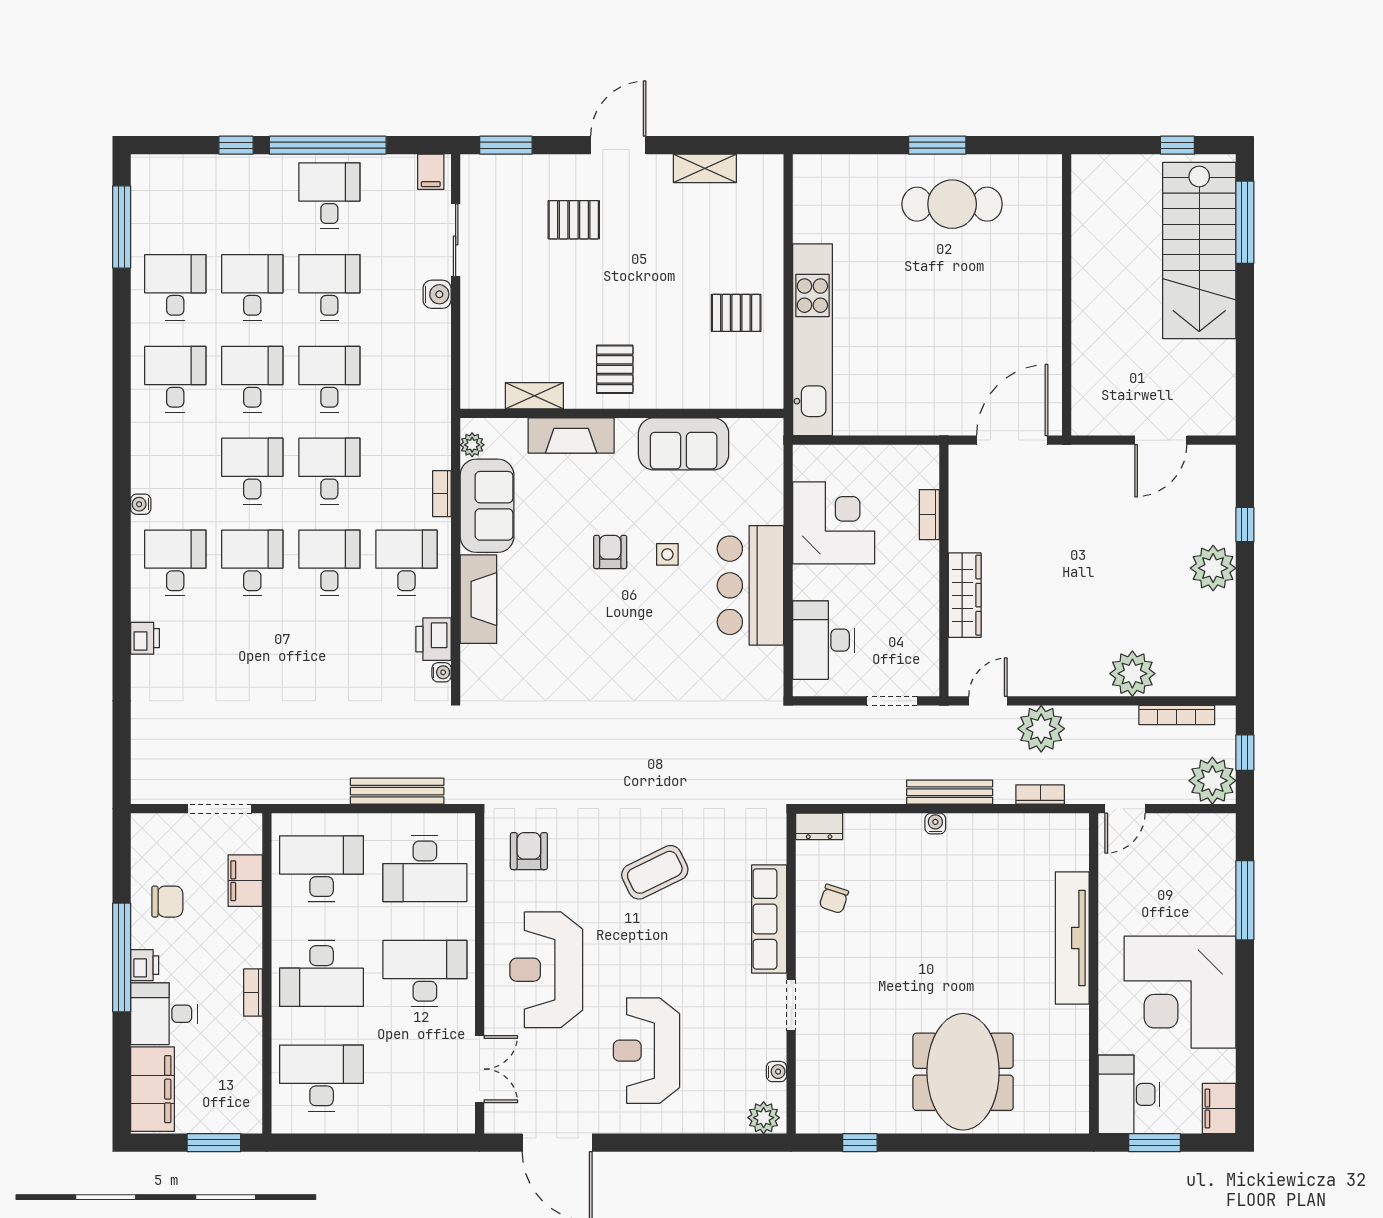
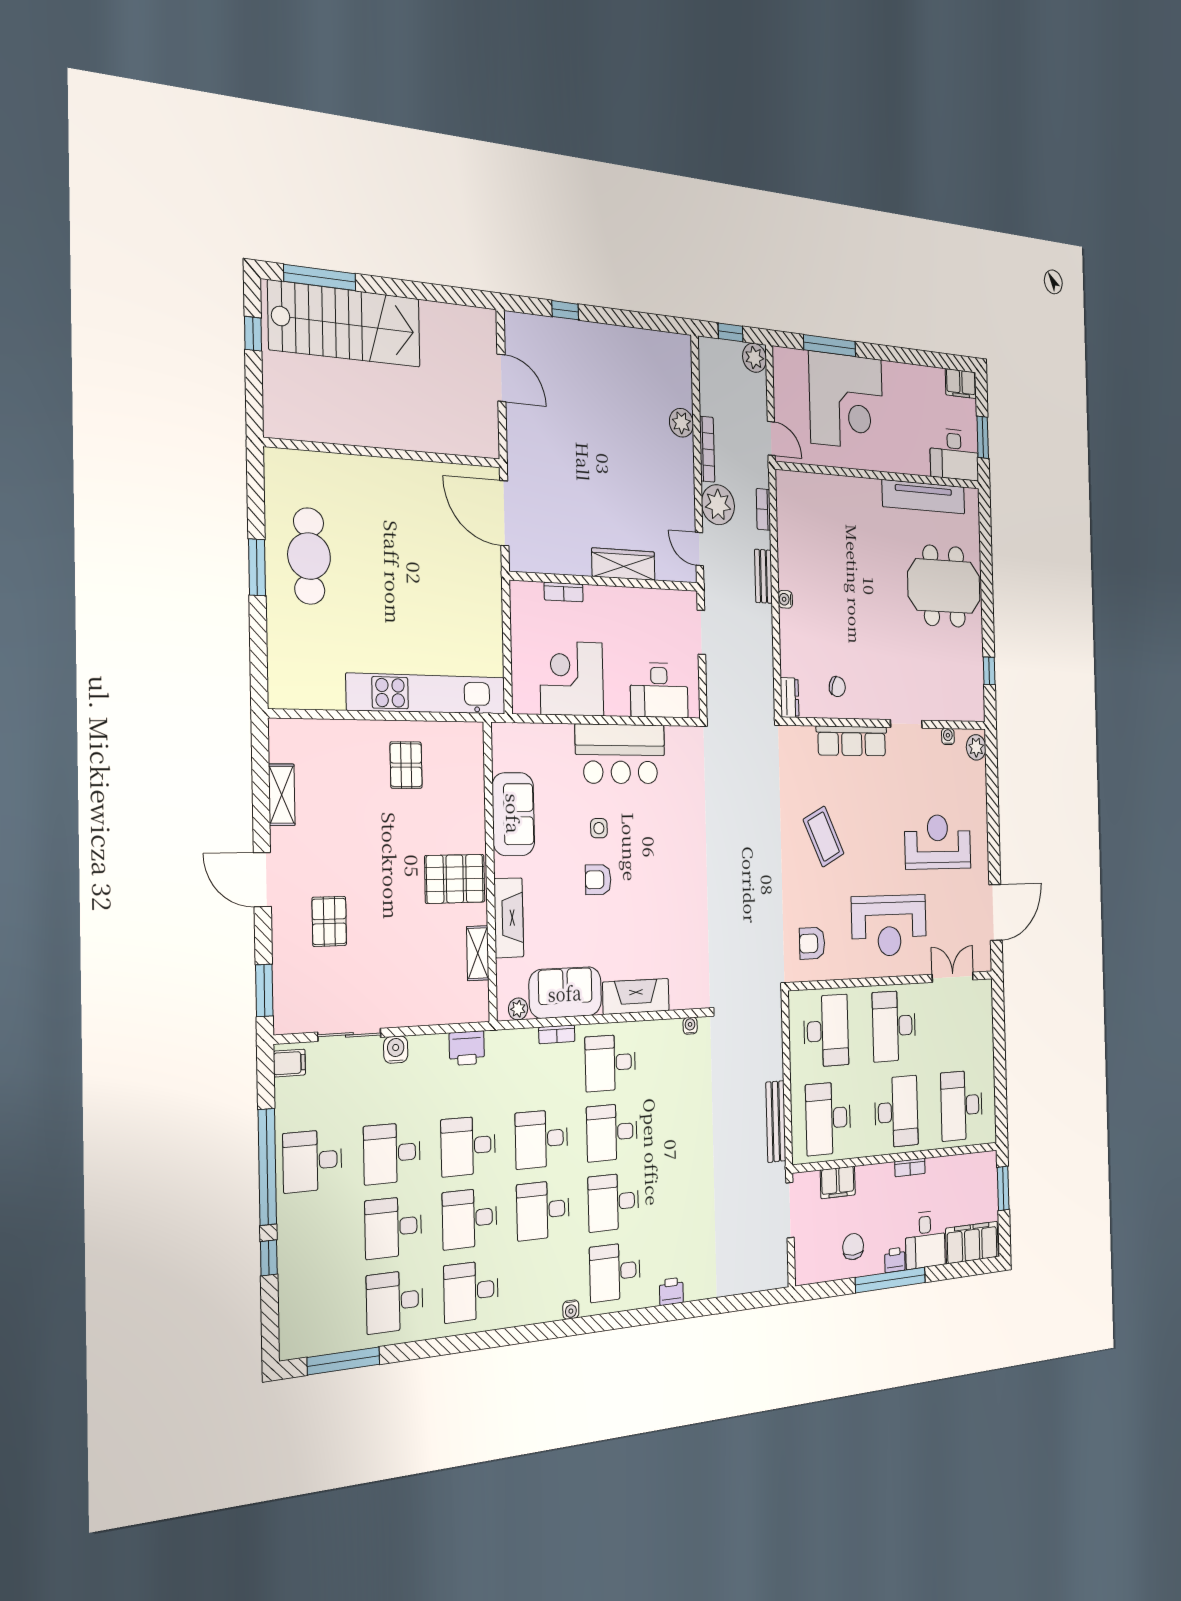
pallet: (615, 369) -> (455, 879), width x1.50, depth x1.42
plant: (1213, 568) -> (598, 343), removed
printer: (434, 639) -> (467, 1048), moved
plant: (1132, 674) -> (681, 423), width x0.73, depth x0.73
bookcase: (1177, 715) -> (707, 449), moved
plant: (1212, 781) -> (755, 358), width x0.73, depth x0.73
bench: (397, 791) -> (776, 1121), moved
bench: (950, 792) -> (763, 576), width x0.73
tv unit: (1072, 938) -> (924, 497), moved
corner desk: (1180, 992) -> (846, 401), moved
reception desk: (646, 1051) -> (938, 842), turned 180

